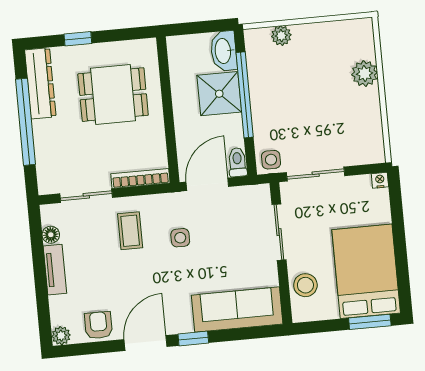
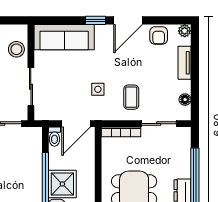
side table: (271, 160) -> (32, 136), removed
tv unit: (55, 270) -> (185, 63), moved

